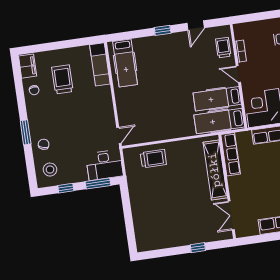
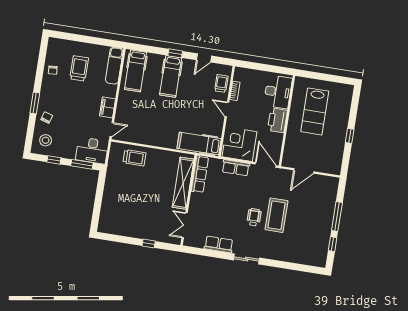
filing cabinet: (28, 66) -> (107, 107), moved, turned 180
hospital bed: (217, 99) -> (171, 76), moved, turned -90

